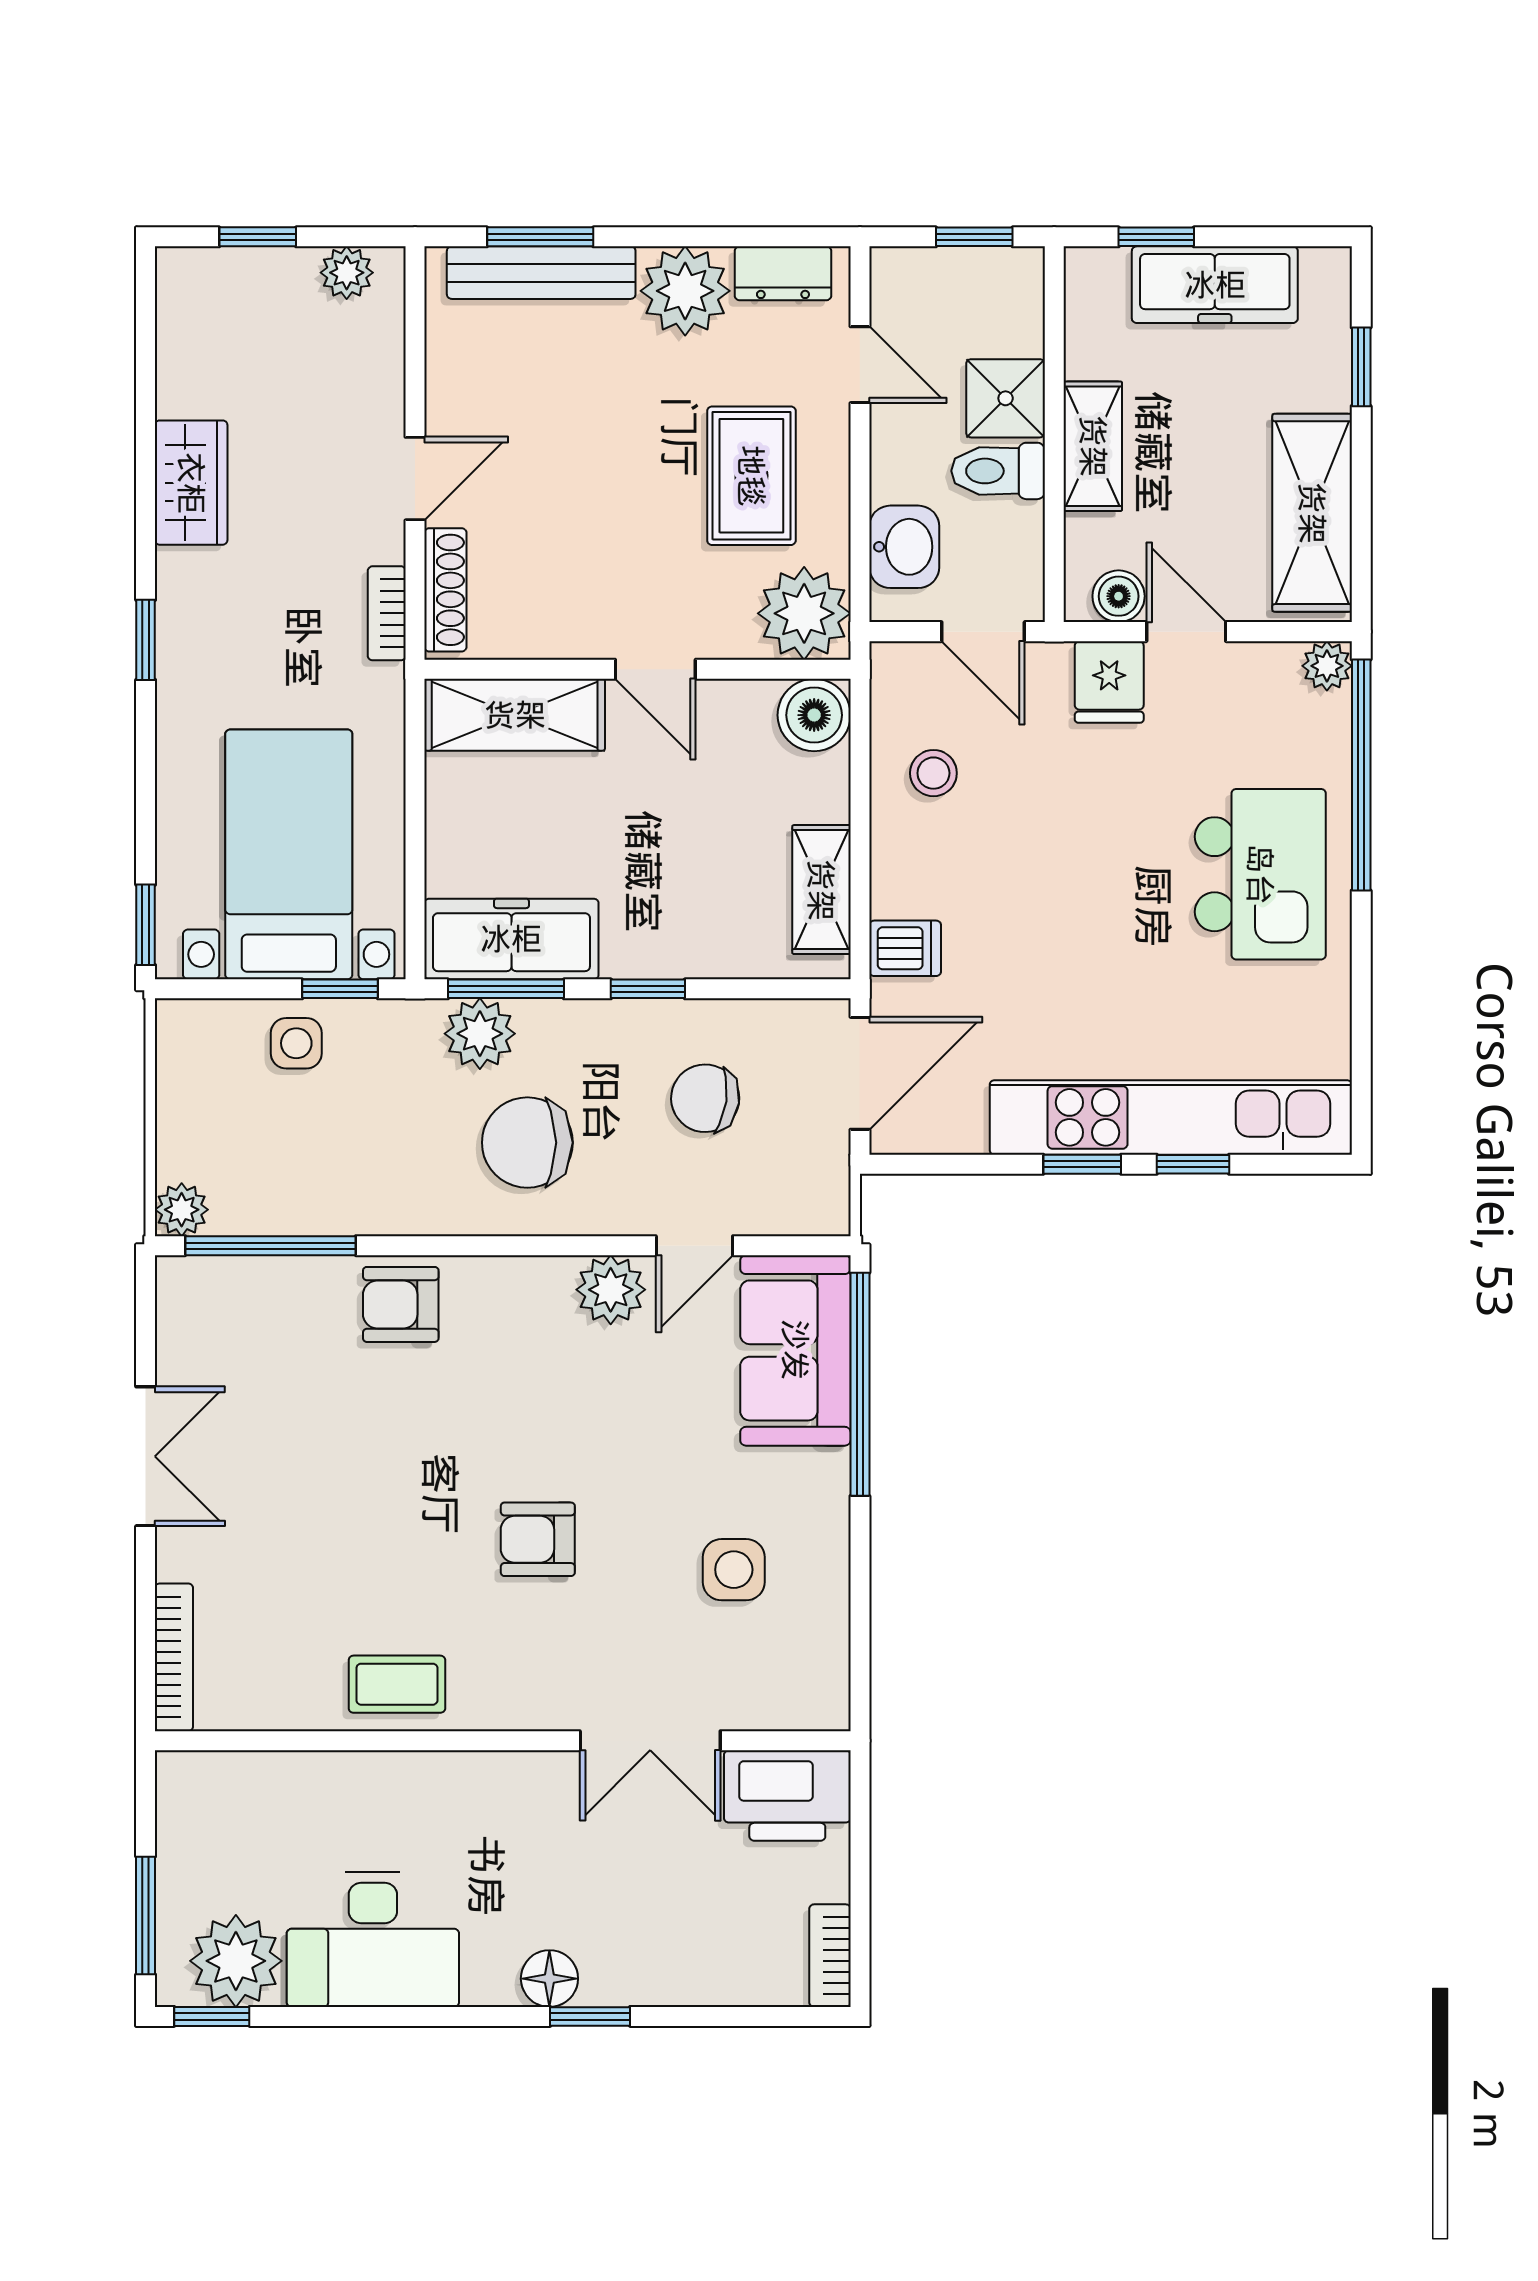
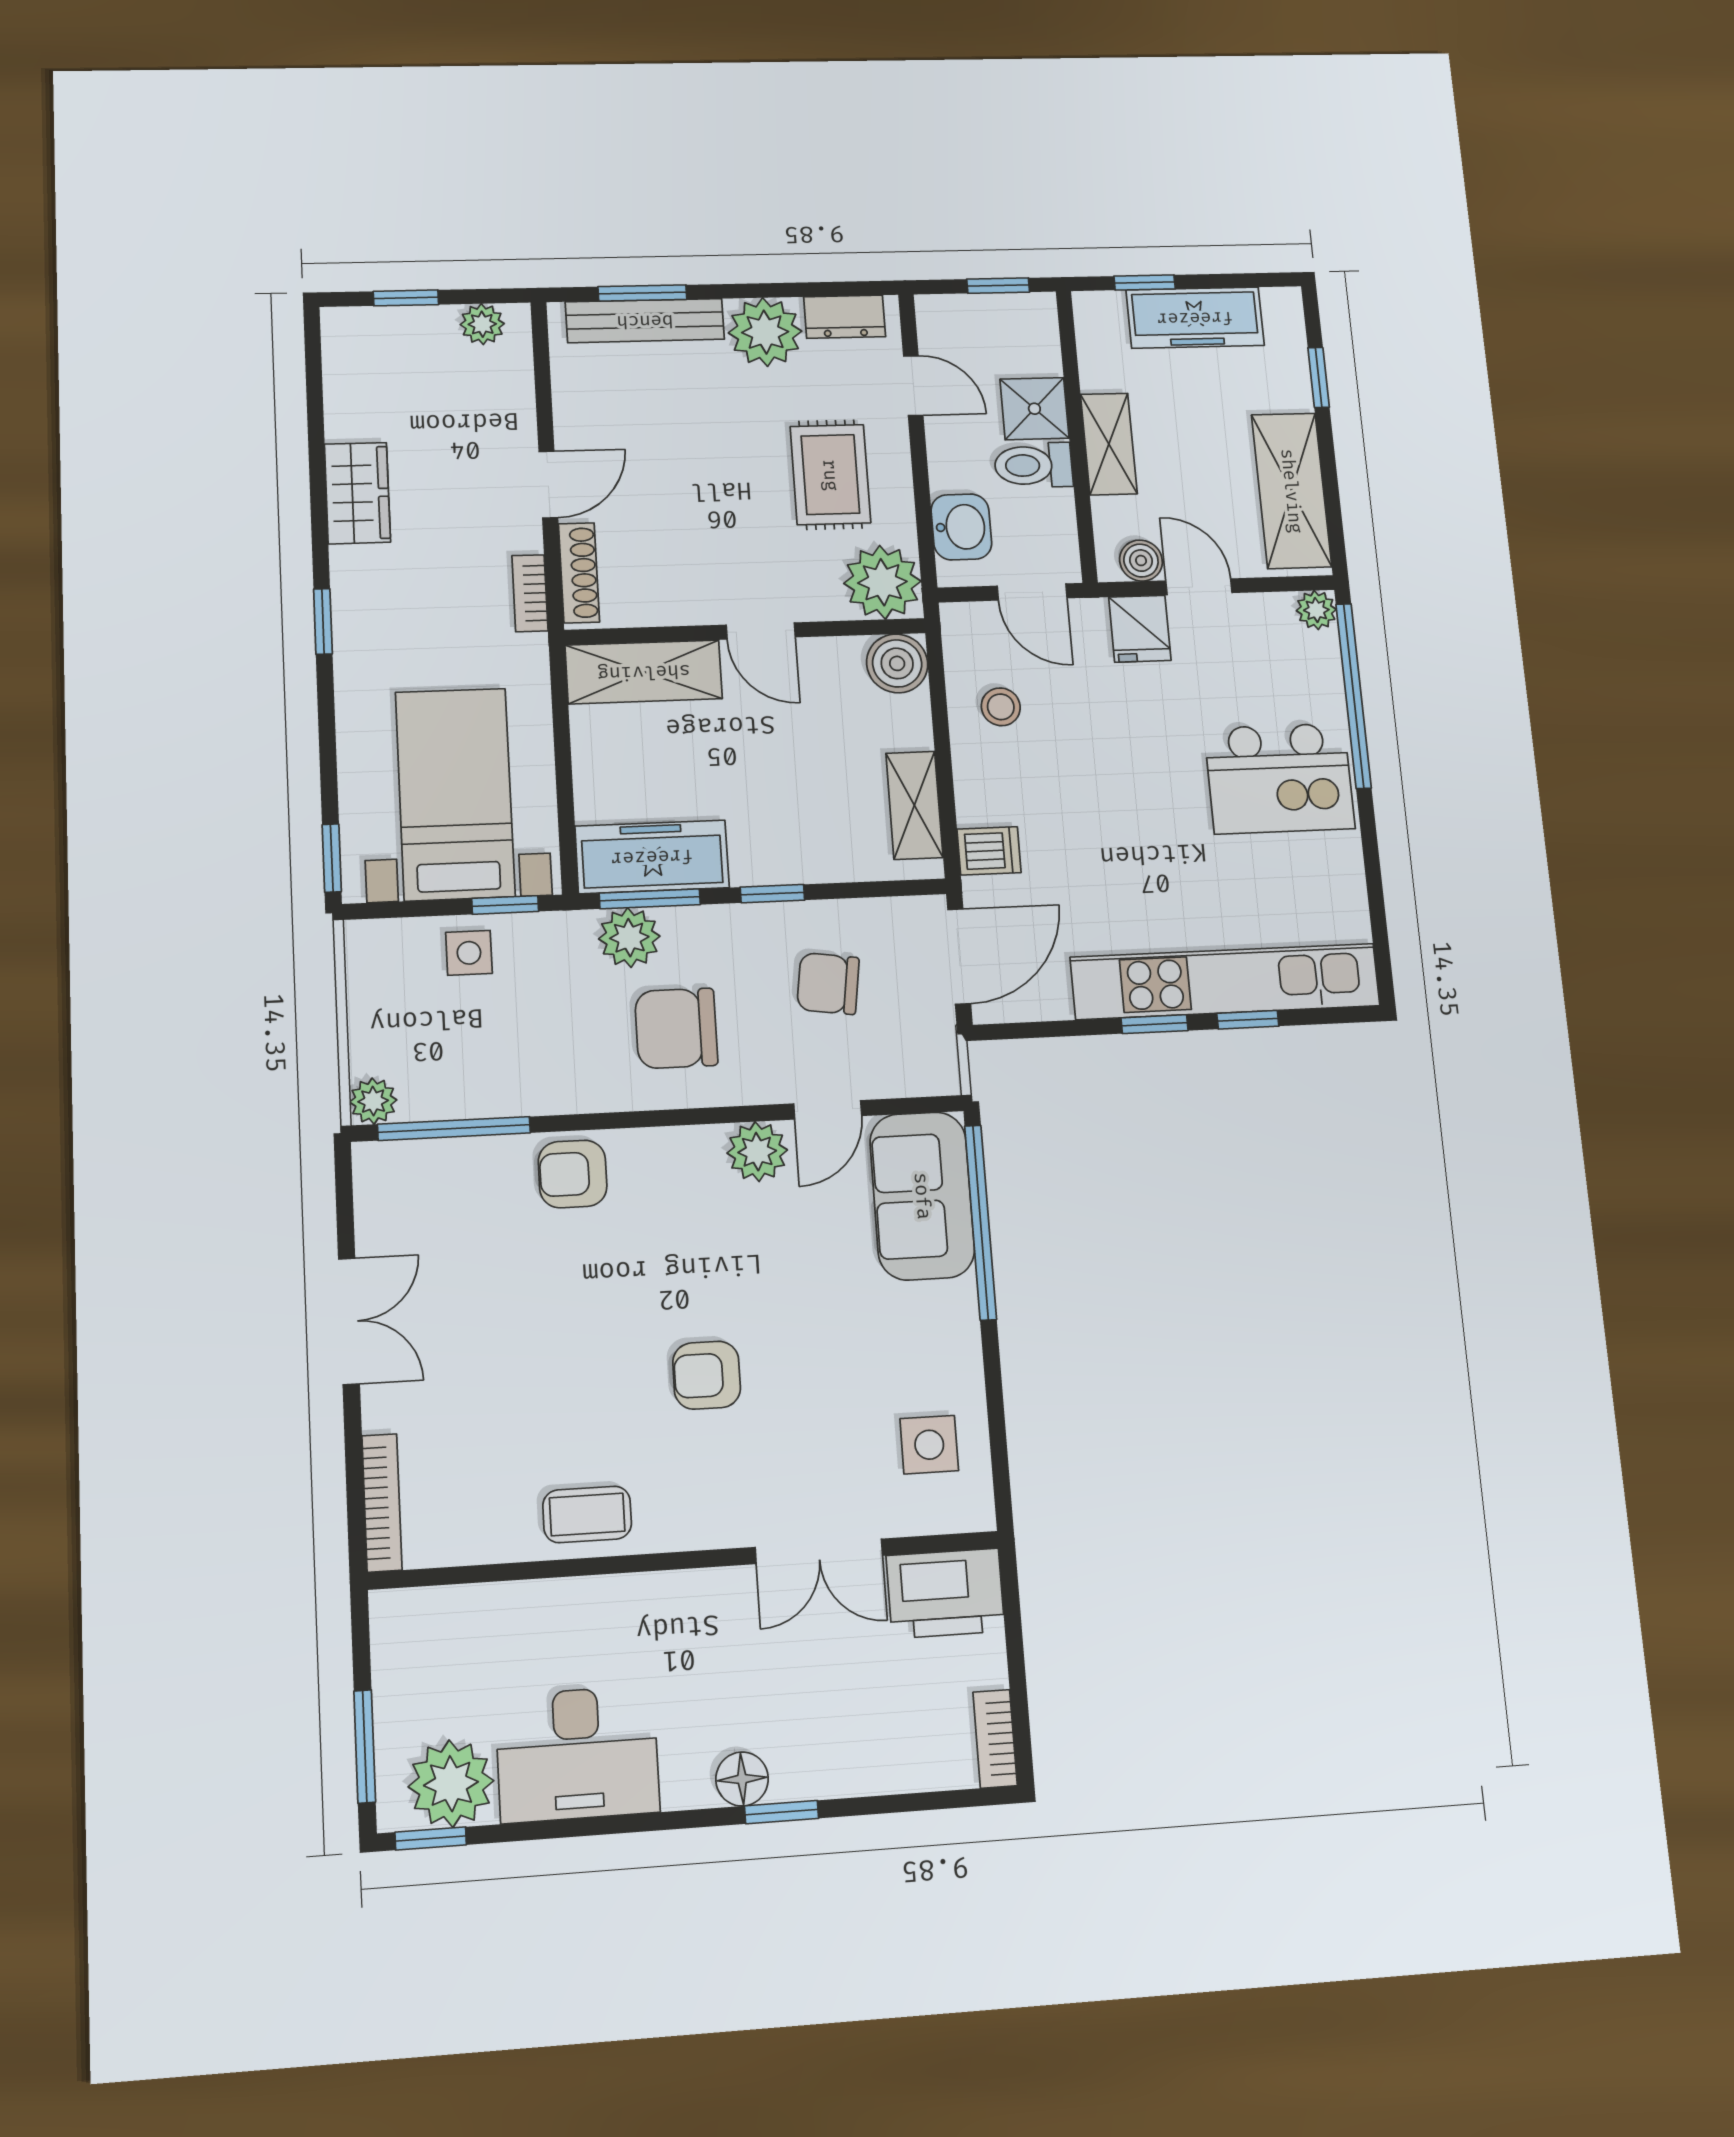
kitchen island: (1260, 874) -> (1280, 778), turned 90
side table: (734, 1570) -> (929, 1445), moved

